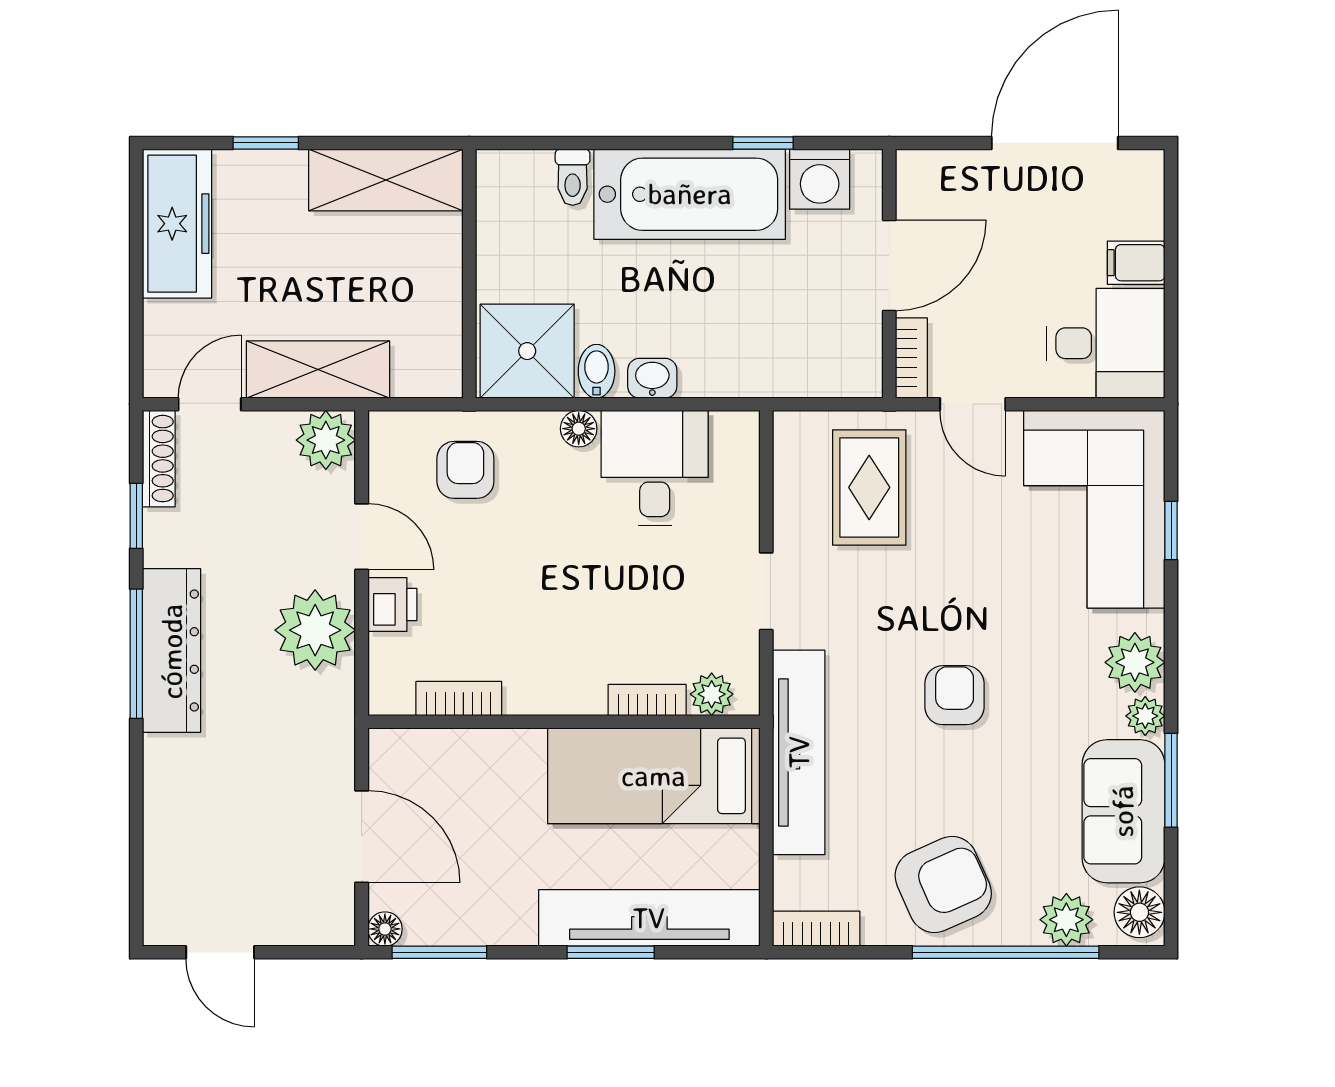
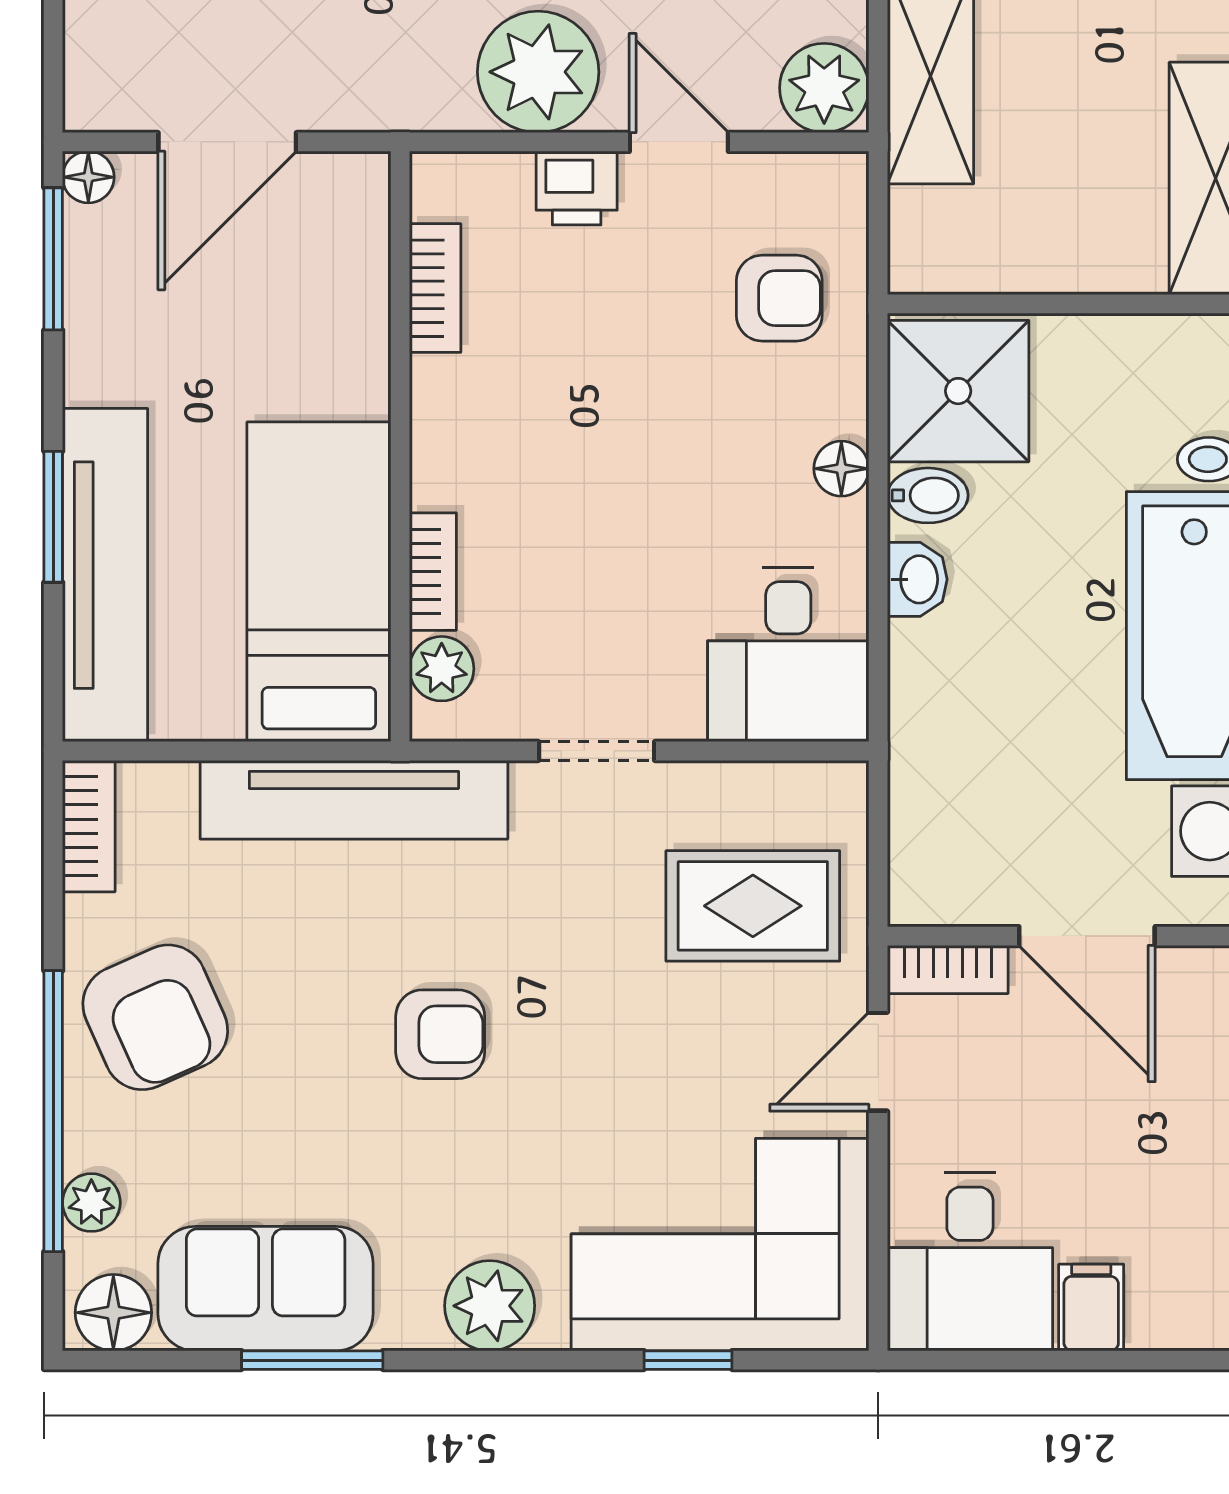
desk: (655, 468) -> (788, 655), moved, turned 90
door: (362, 537) -> (679, 142), swing flipped
plant: (1145, 716) -> (409, 1321), removed
plant: (1066, 920) -> (91, 1203), width x0.73, depth x0.73

